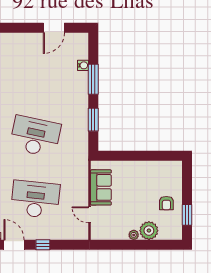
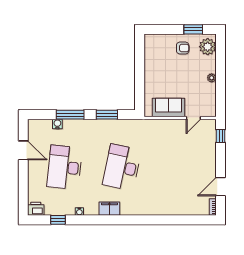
desk: (35, 199) -> (65, 167), moved
plant: (149, 231) -> (208, 47), moved
window: (43, 245) -> (221, 136), moved

